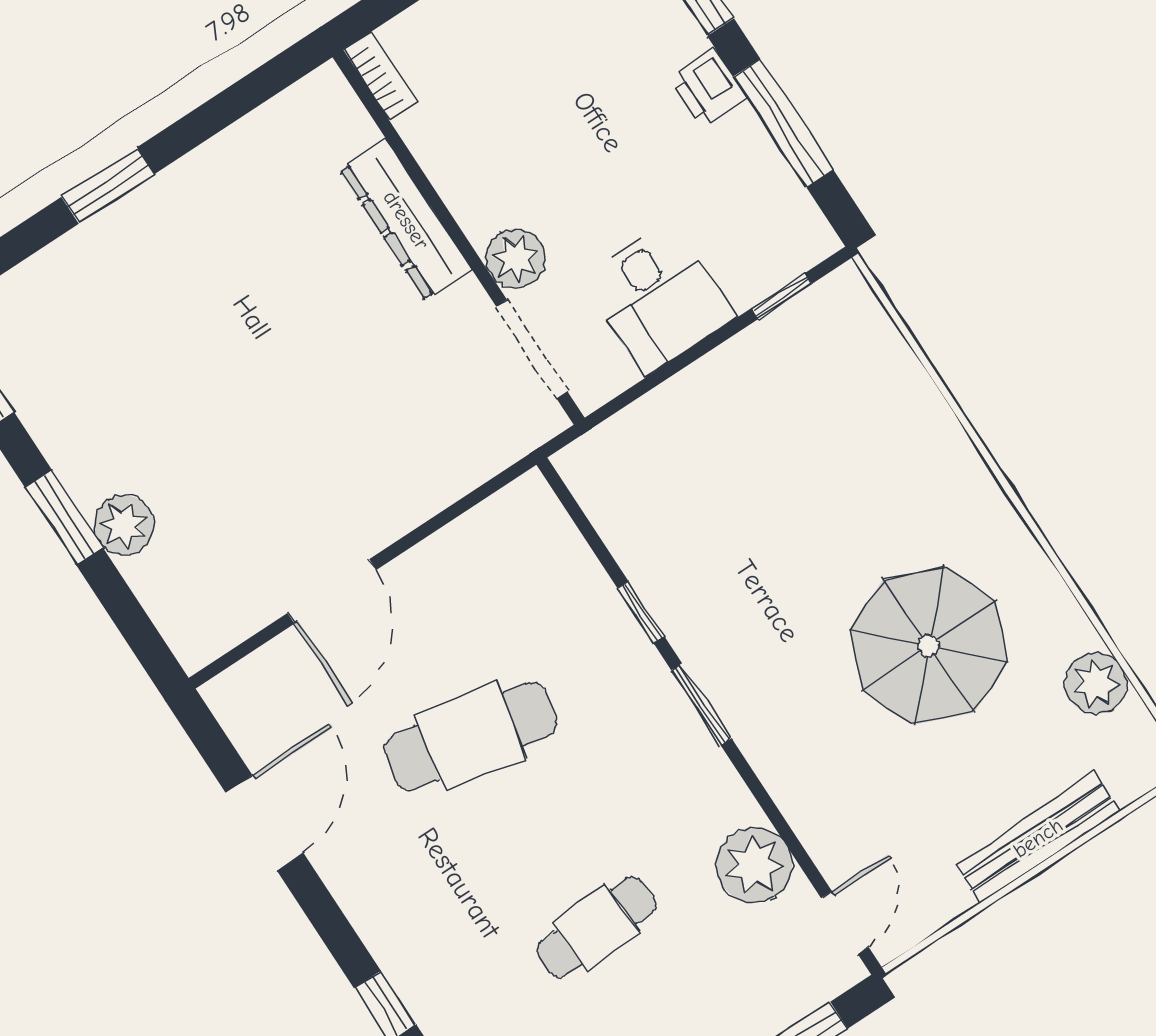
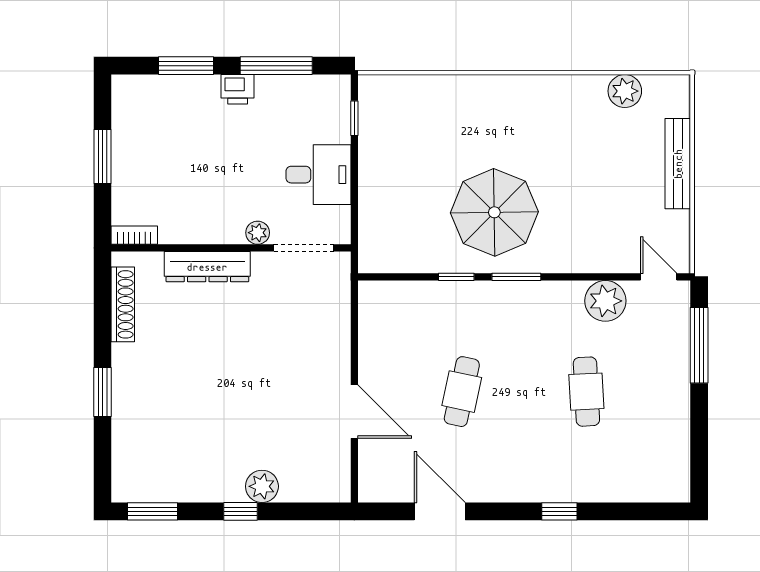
shoe rack: (263, 128) -> (123, 304), added
plant: (515, 258) -> (258, 233), width x0.73, depth x0.73
window: (64, 517) -> (241, 511), width x0.67
parasol: (929, 646) -> (494, 212), moved
cafe table: (471, 736) -> (462, 392), width x0.73, depth x0.74

